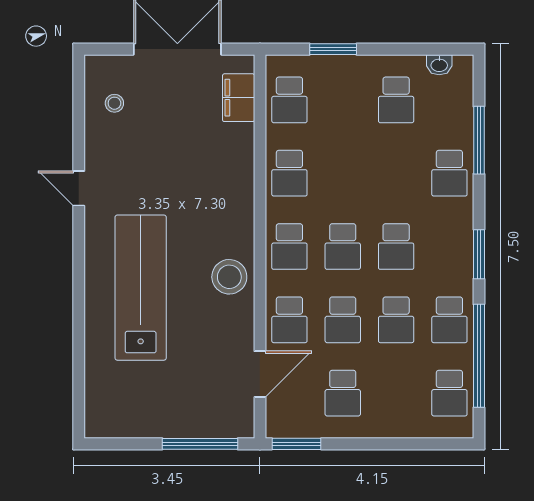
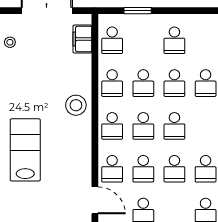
washbasin: (439, 65) -> (200, 20), removed
school desk: (343, 173) -> (143, 83), added
school desk: (396, 173) -> (174, 83), added
stool: (229, 277) -> (76, 105), moved
lab bench: (141, 288) -> (25, 150), width x0.73
door: (260, 374) -> (95, 200), hinge flipped

